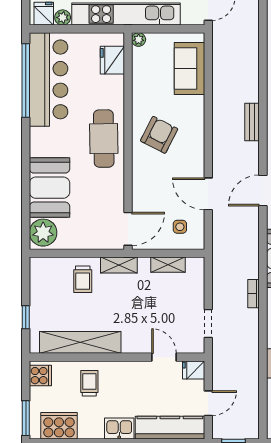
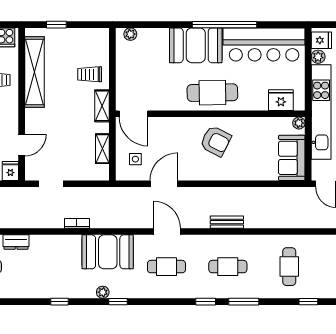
sofa: (189, 69) -> (292, 158), moved, turned -90
window: (26, 80) -> (225, 25), moved
booth: (50, 188) -> (196, 45), moved
plant: (43, 233) -> (130, 34), width x0.53, depth x0.53

